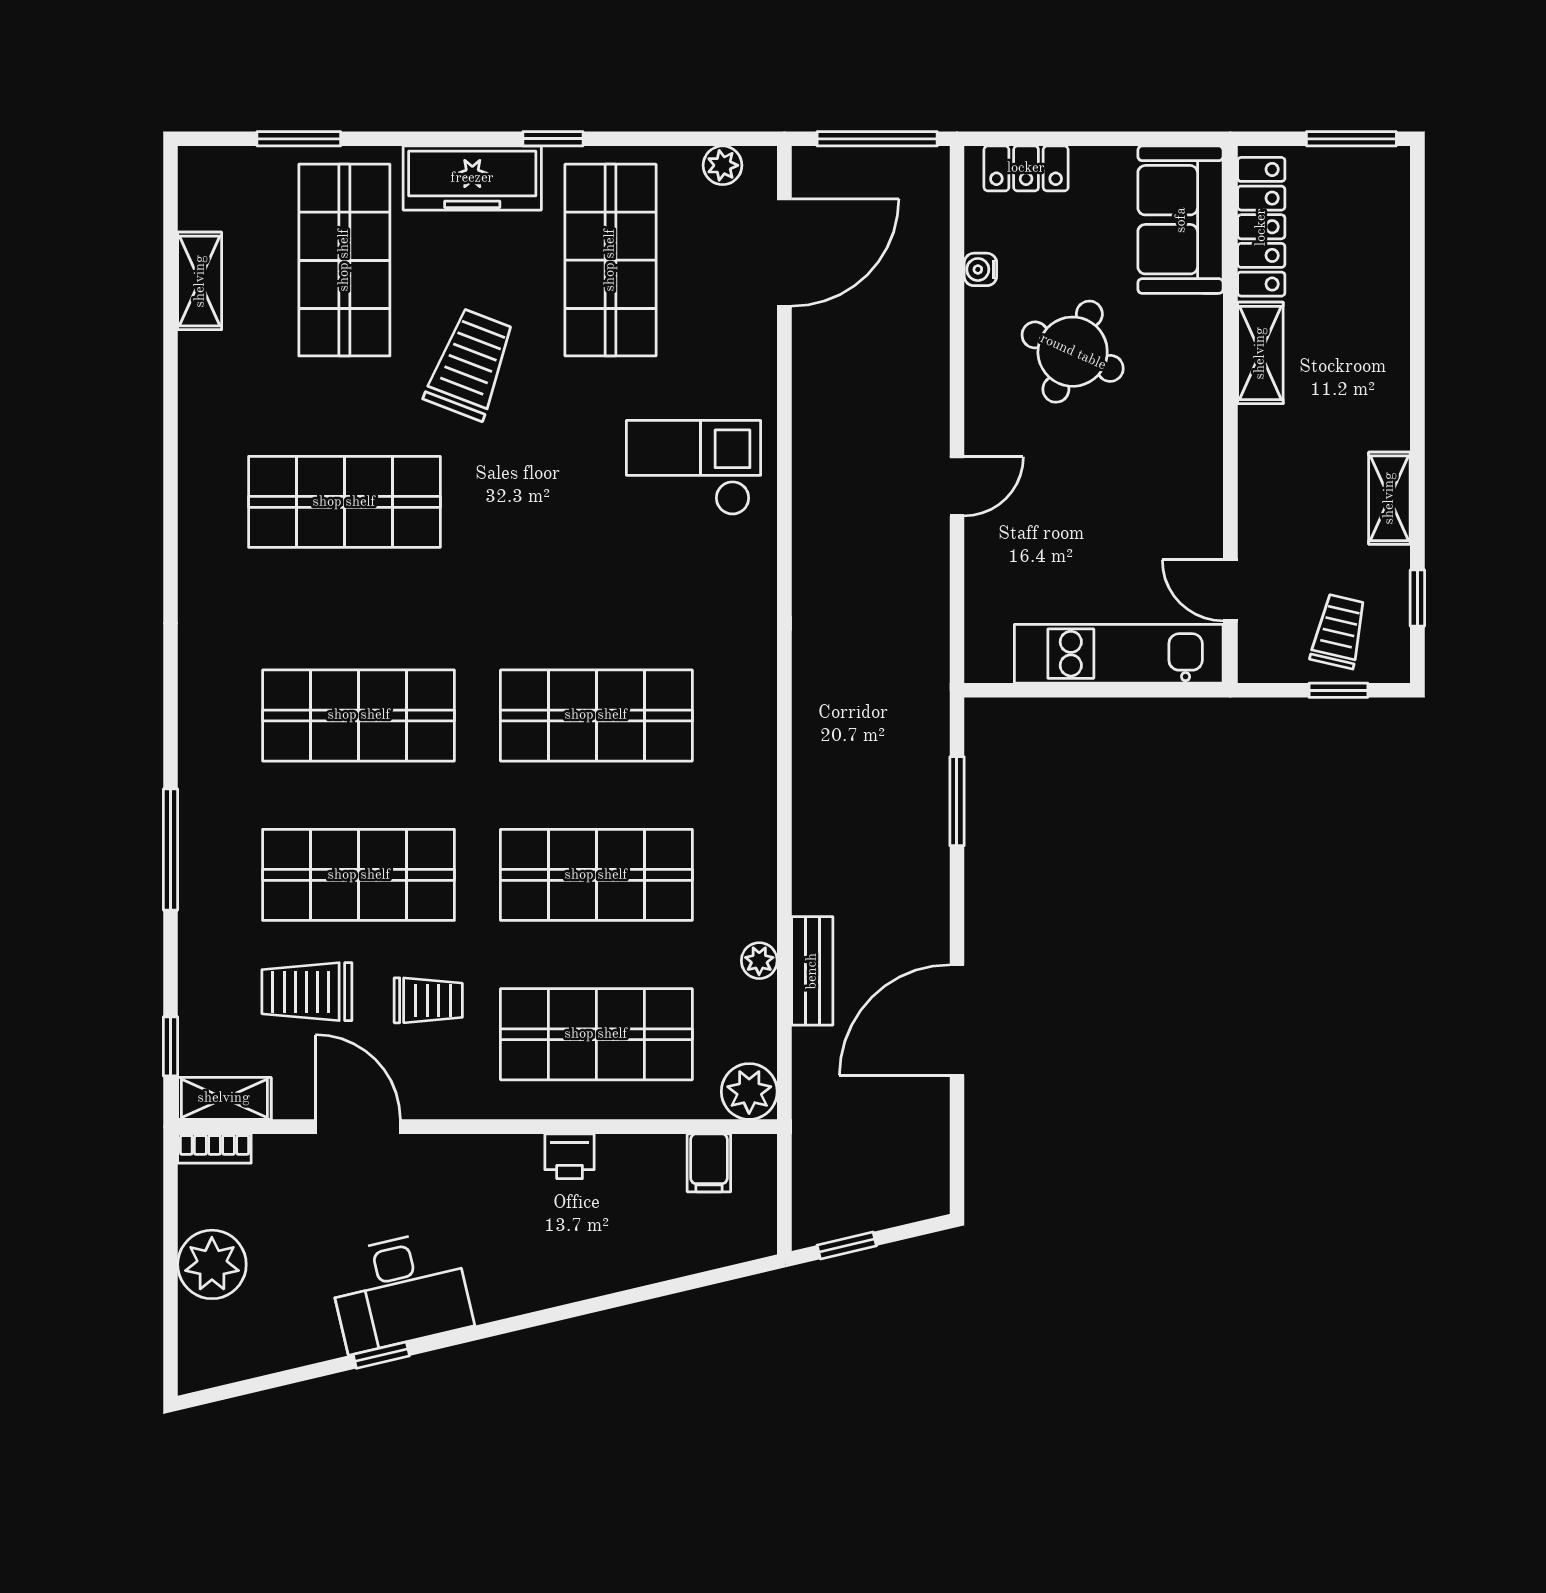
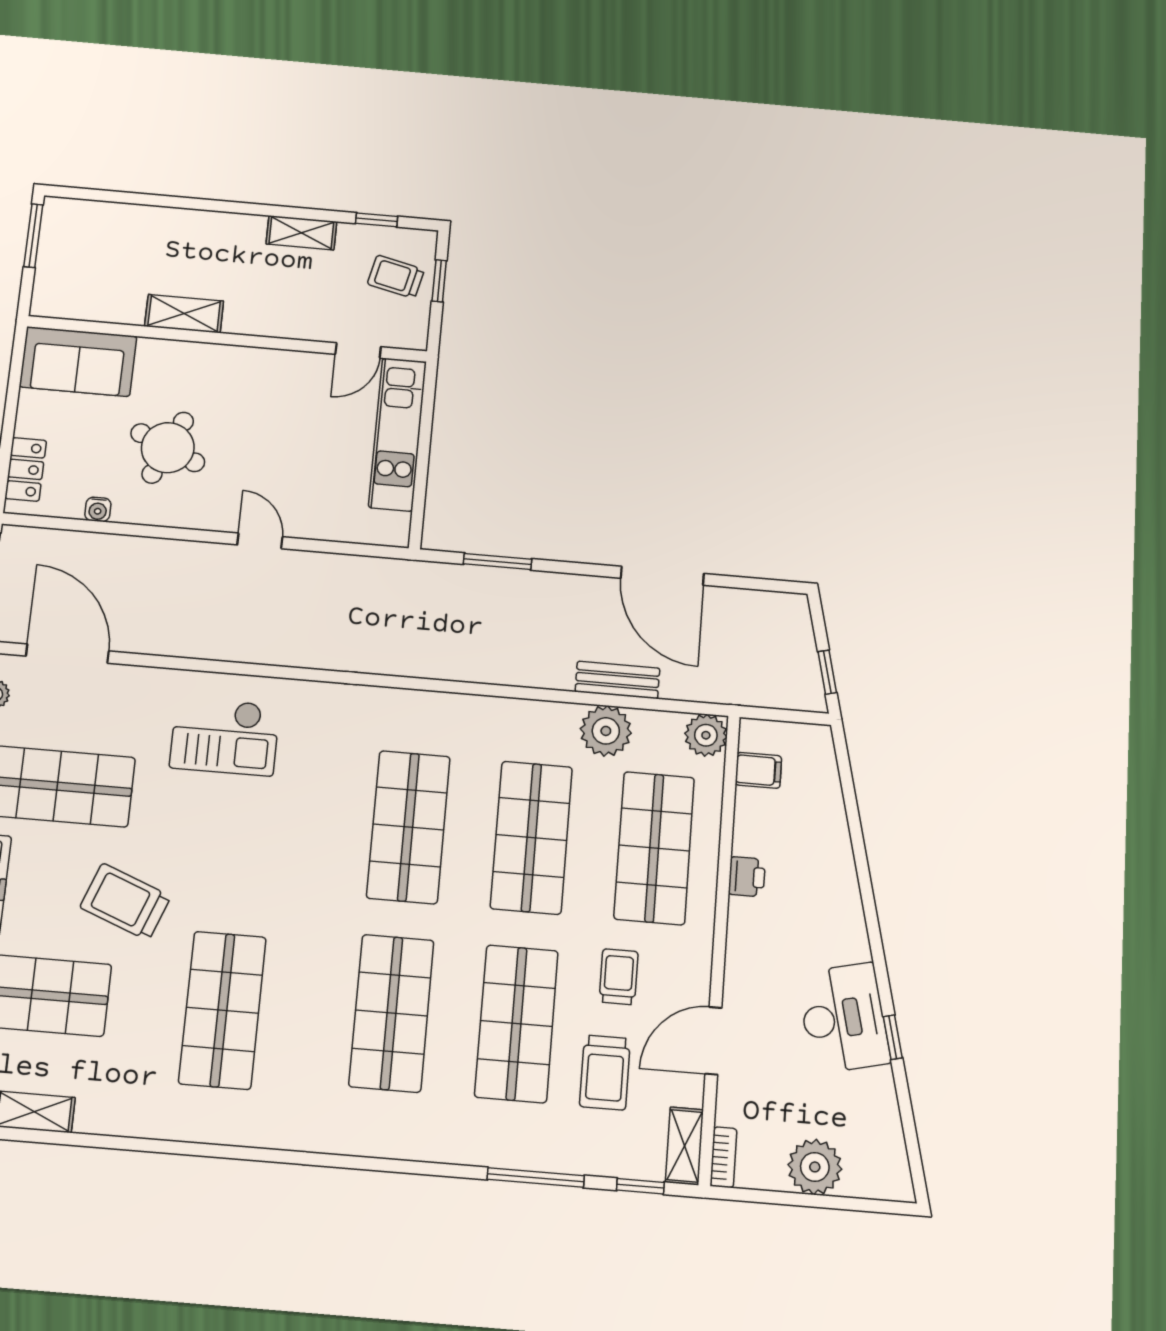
locker: (1261, 227) -> (90, 305), removed
checkout: (694, 468) -> (225, 736), turned -90
window: (171, 849) -> (536, 1178), moved
plant: (759, 961) -> (606, 731), width x1.87, depth x1.87

